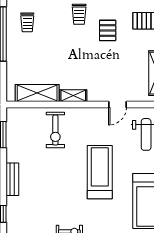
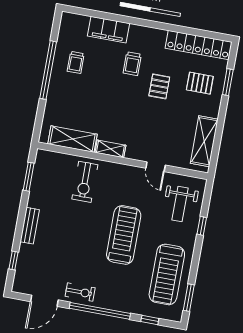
door: (117, 104) -> (156, 167), hinge flipped

